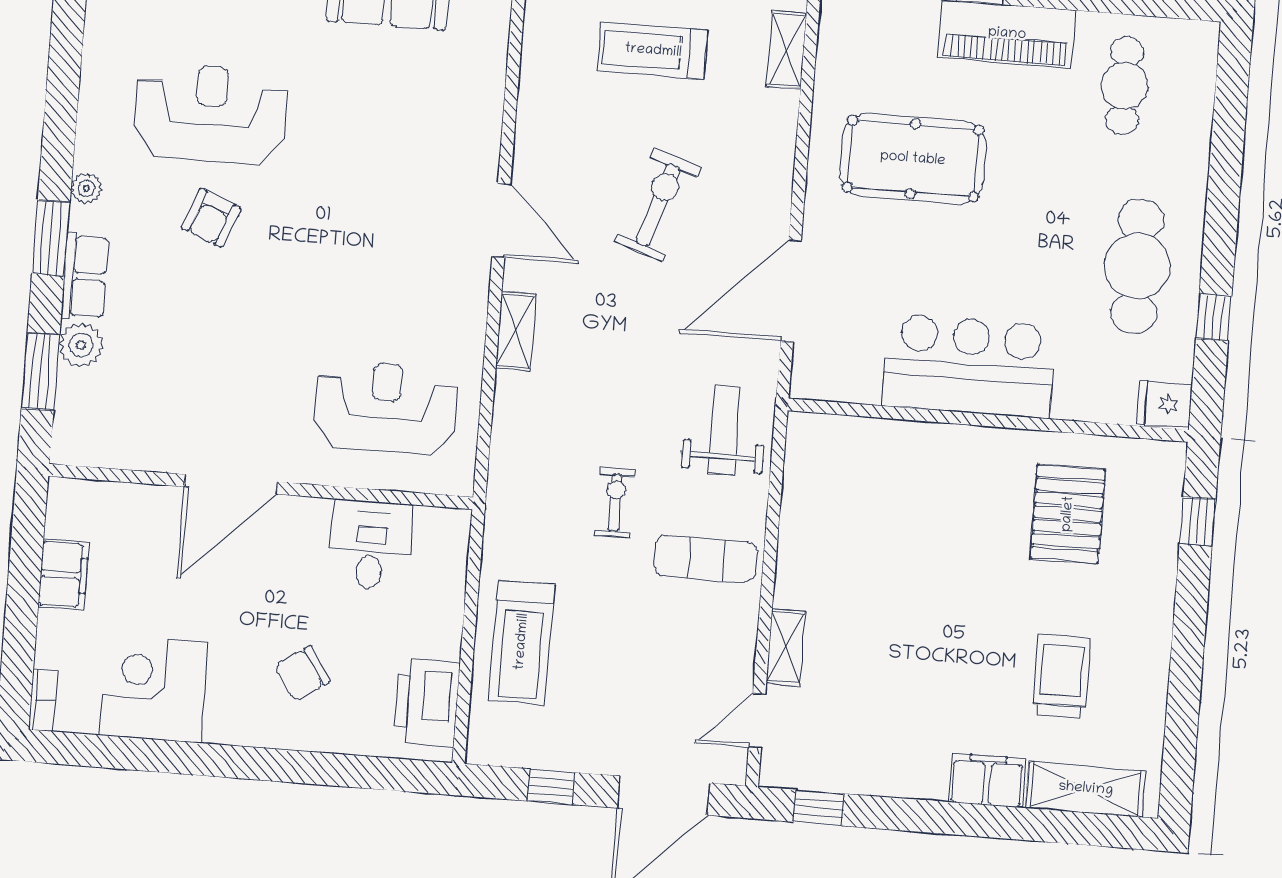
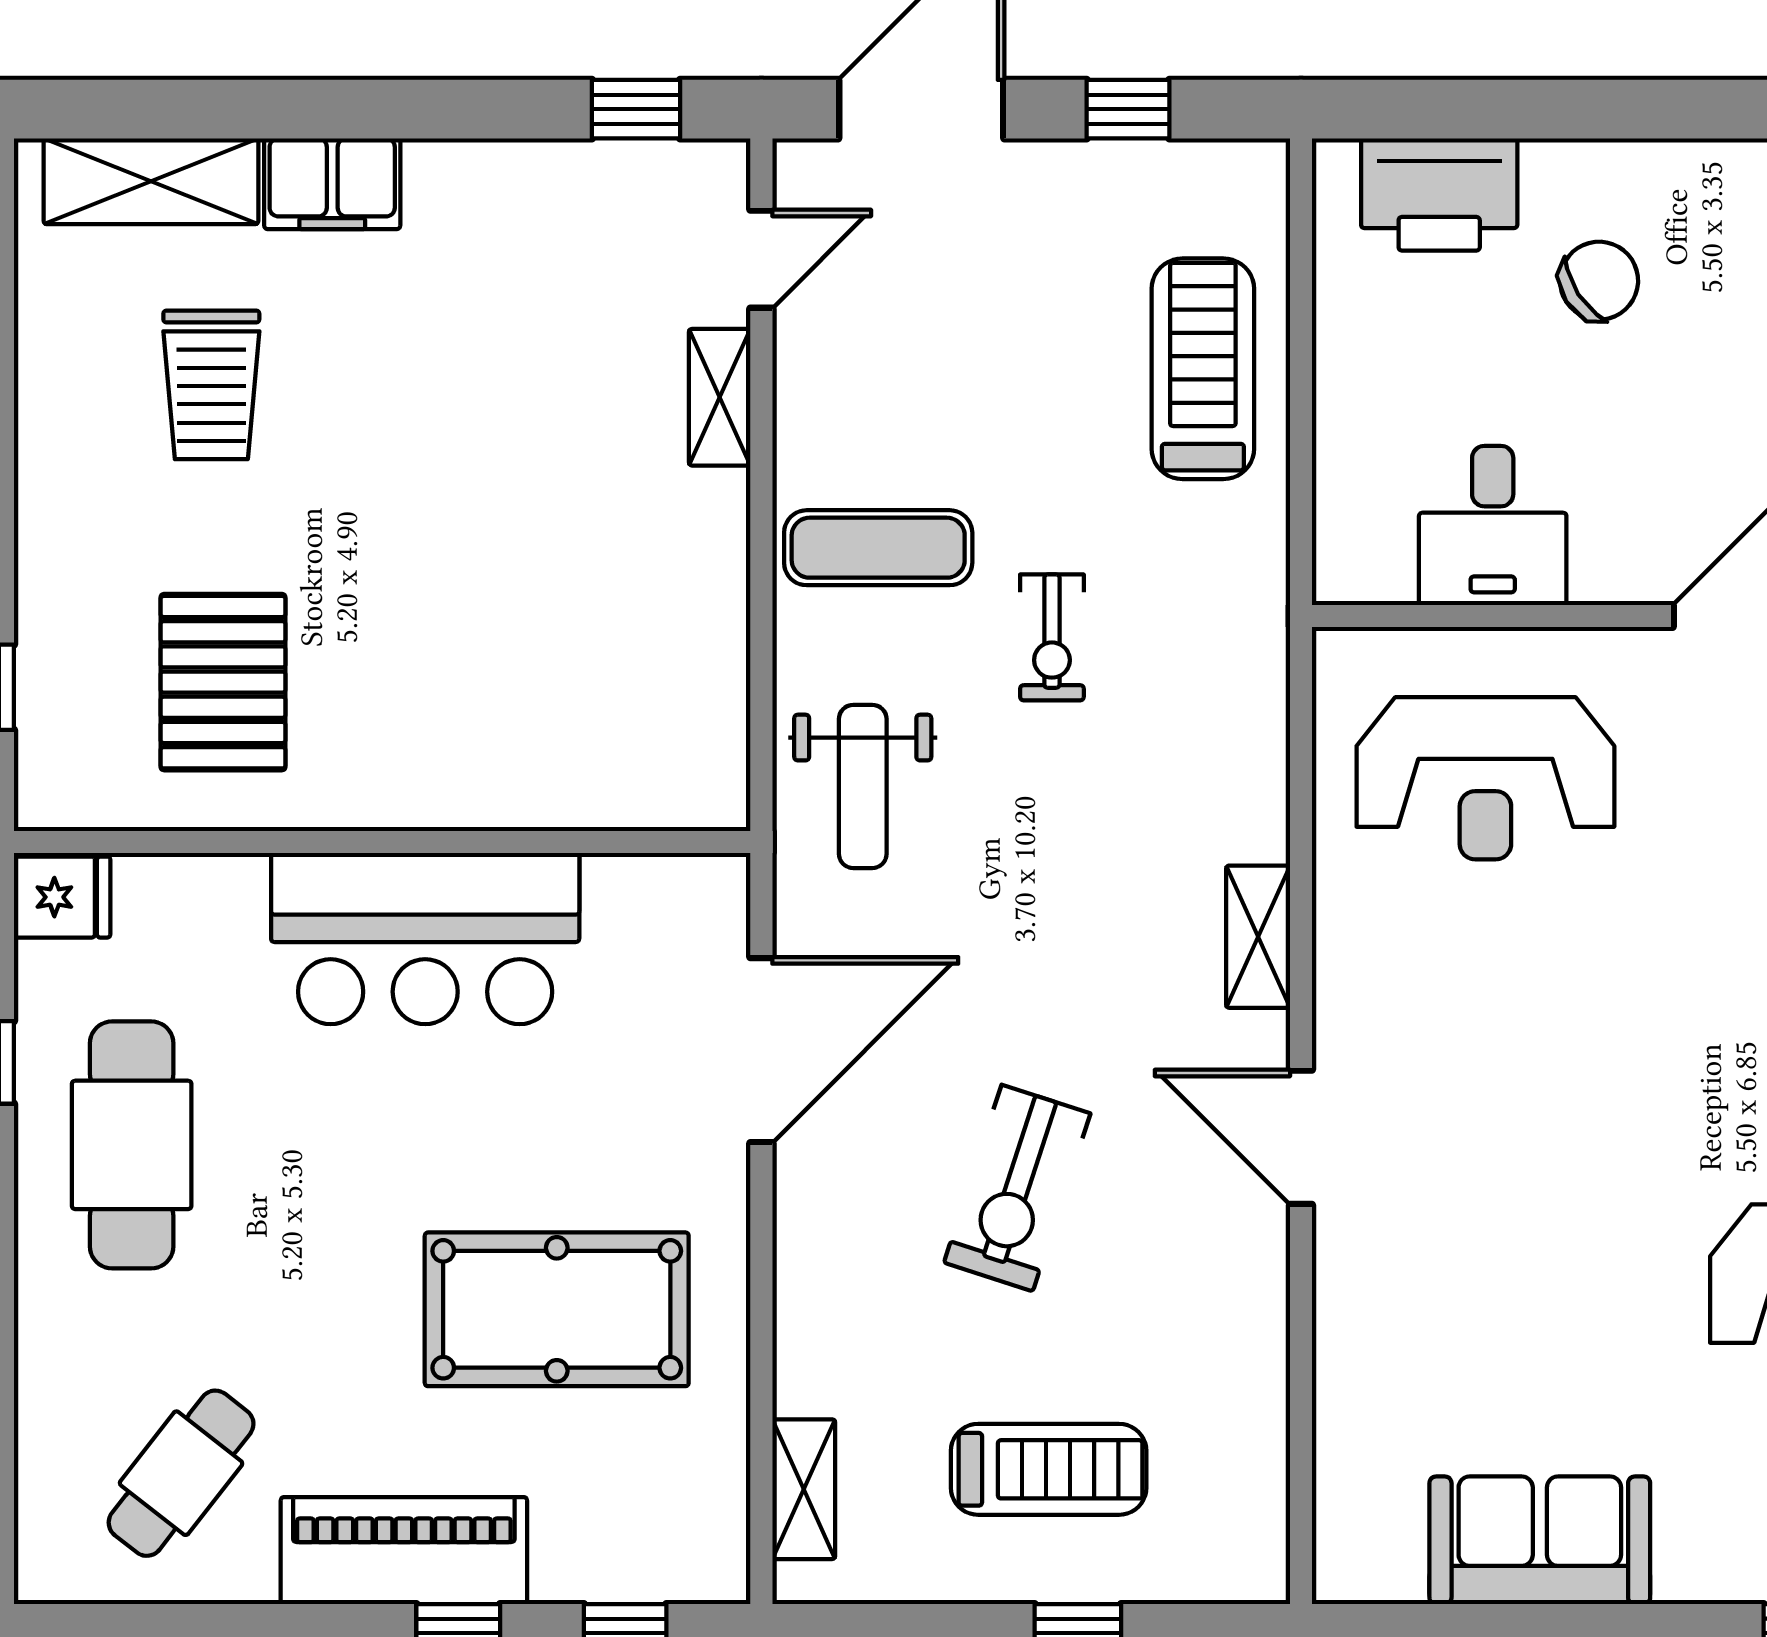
cafe table: (1124, 86) -> (181, 1473), turned 38
printer: (427, 703) -> (1439, 194), moved, turned 90

